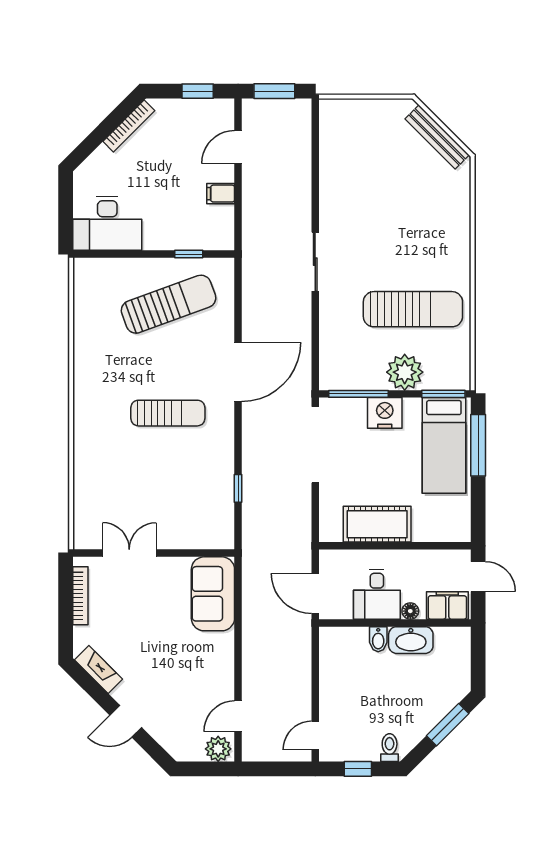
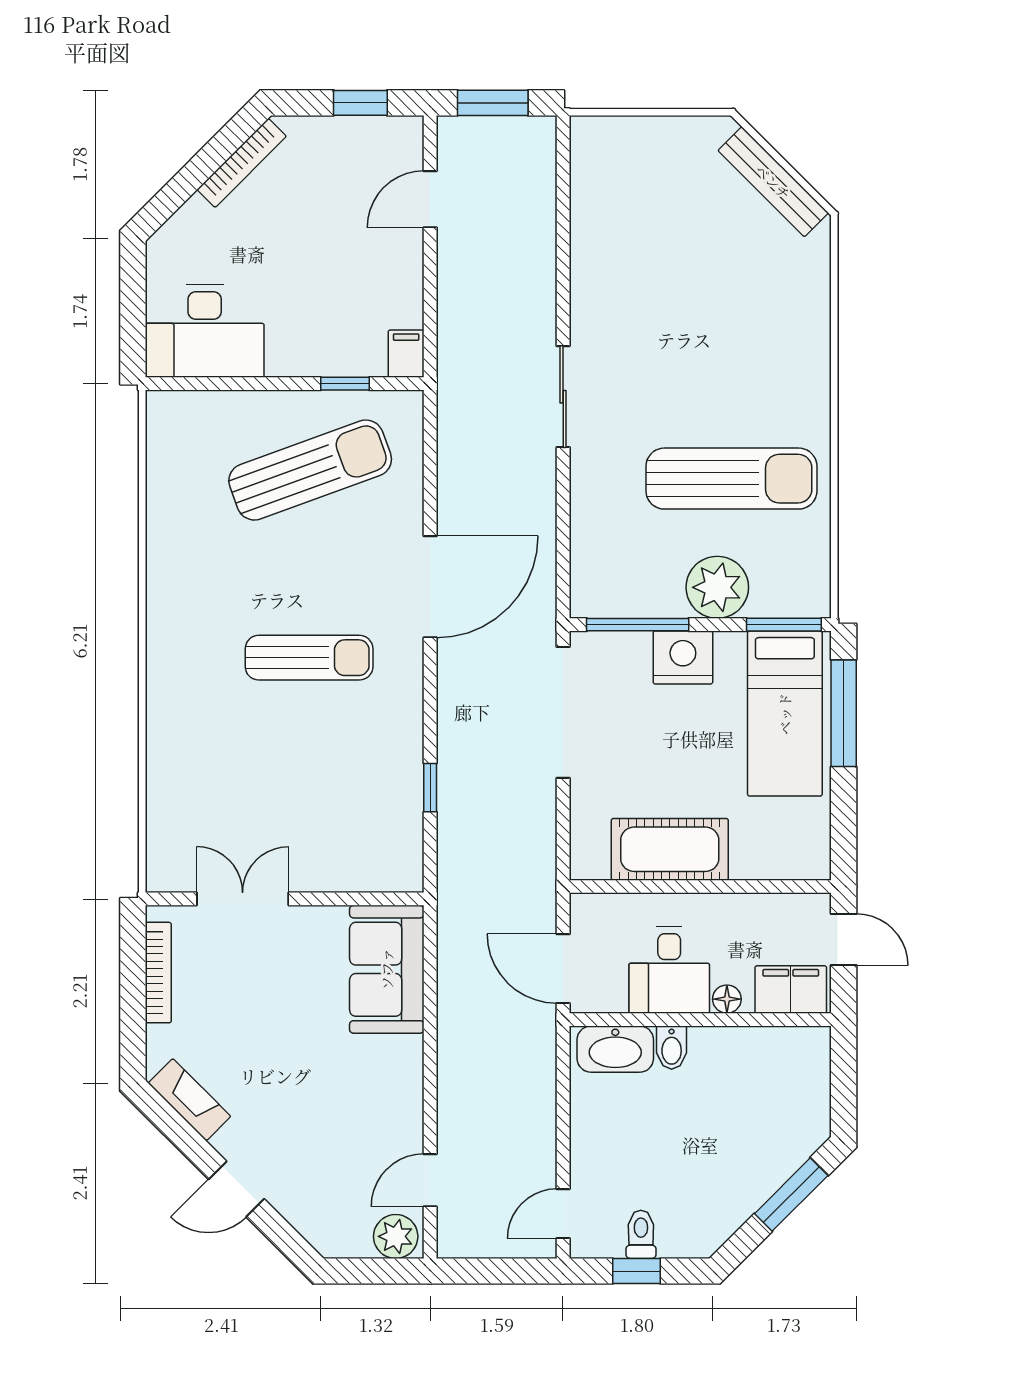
filing cabinet: (221, 194) -> (406, 354), moved, turned 90
washbasin: (411, 640) -> (615, 1049), moved
toilet: (390, 748) -> (641, 1234), moved

